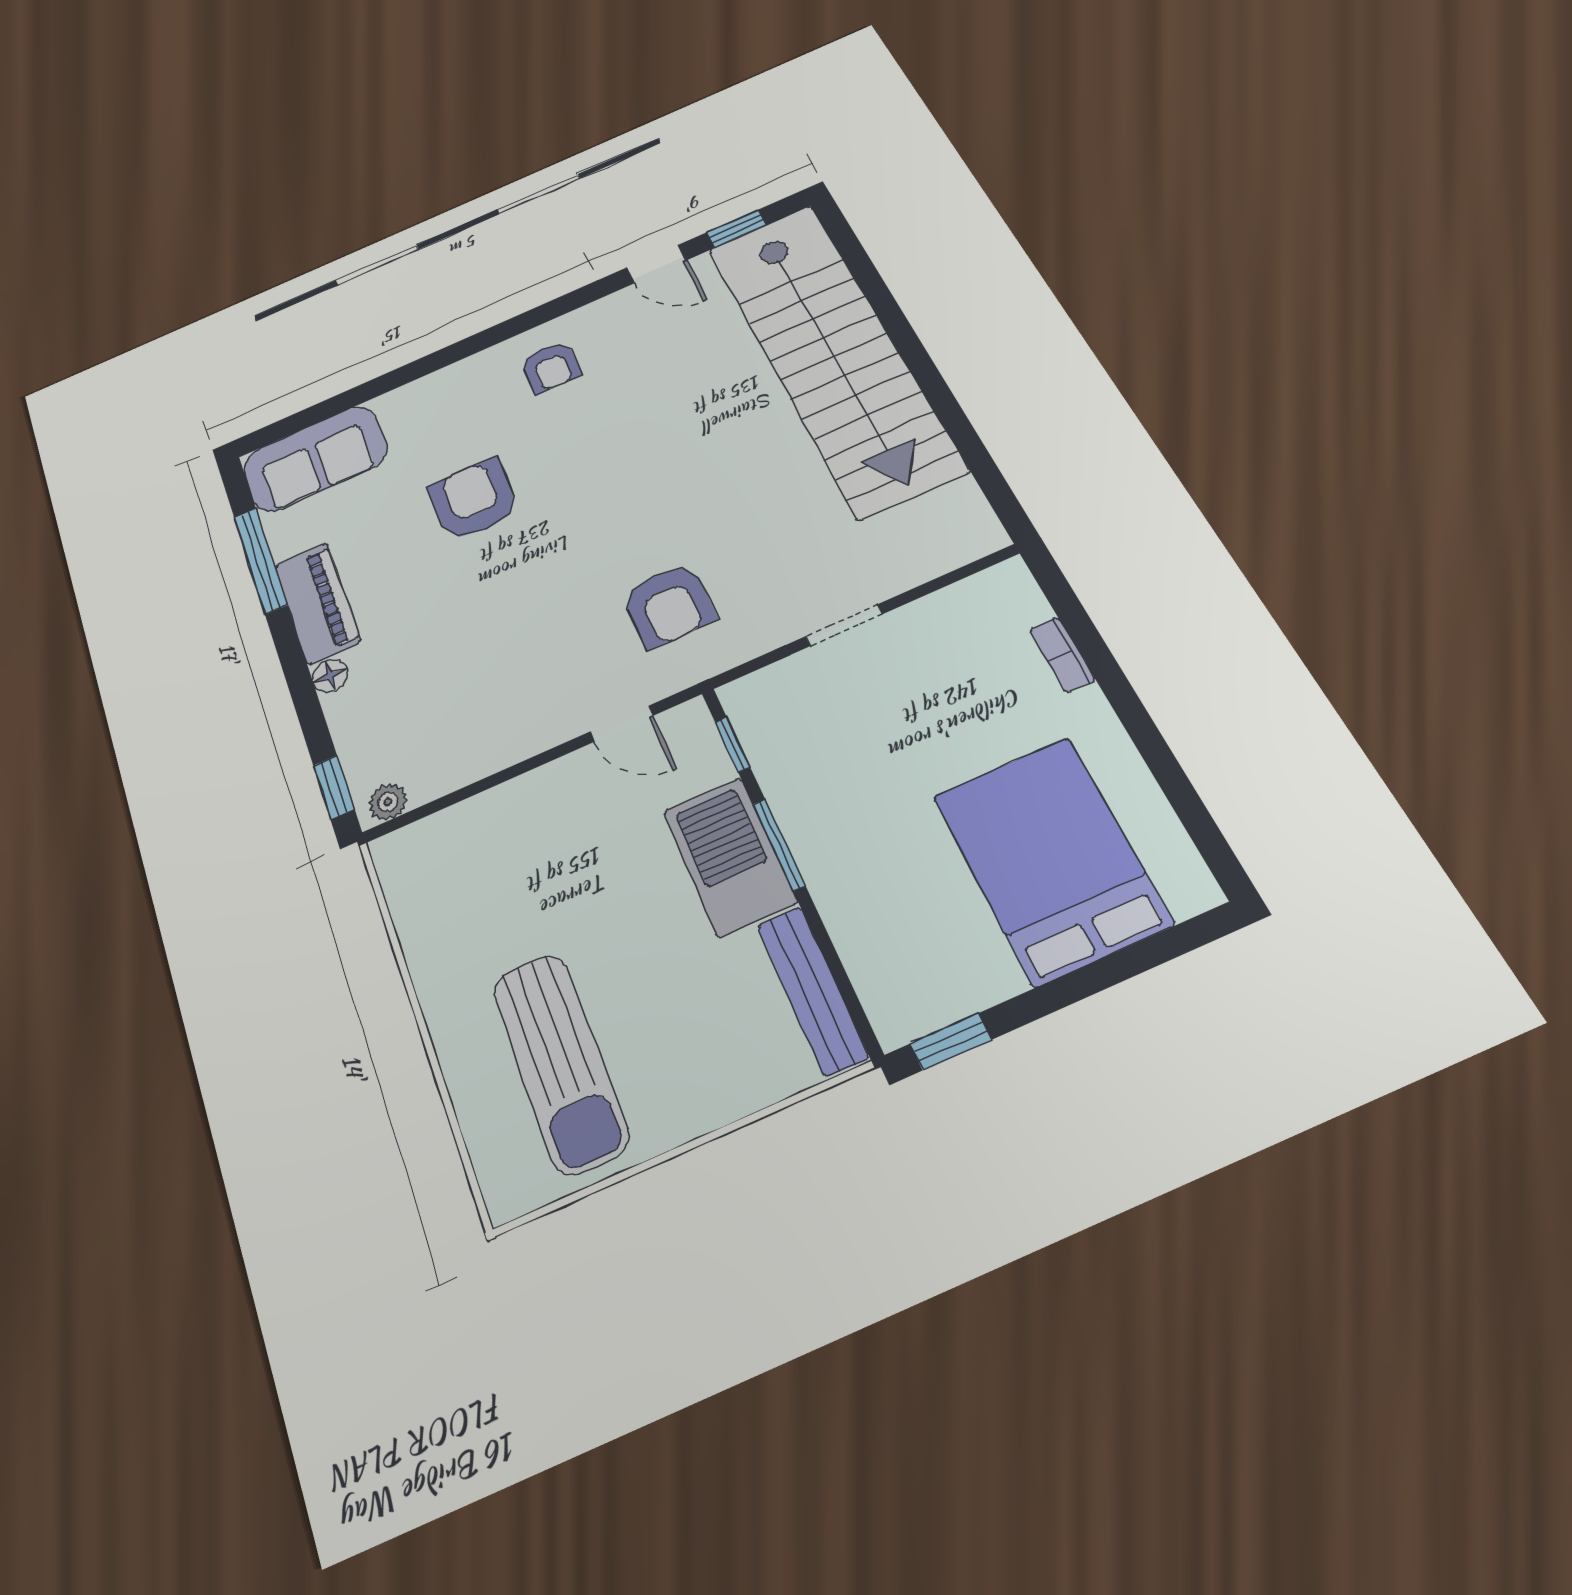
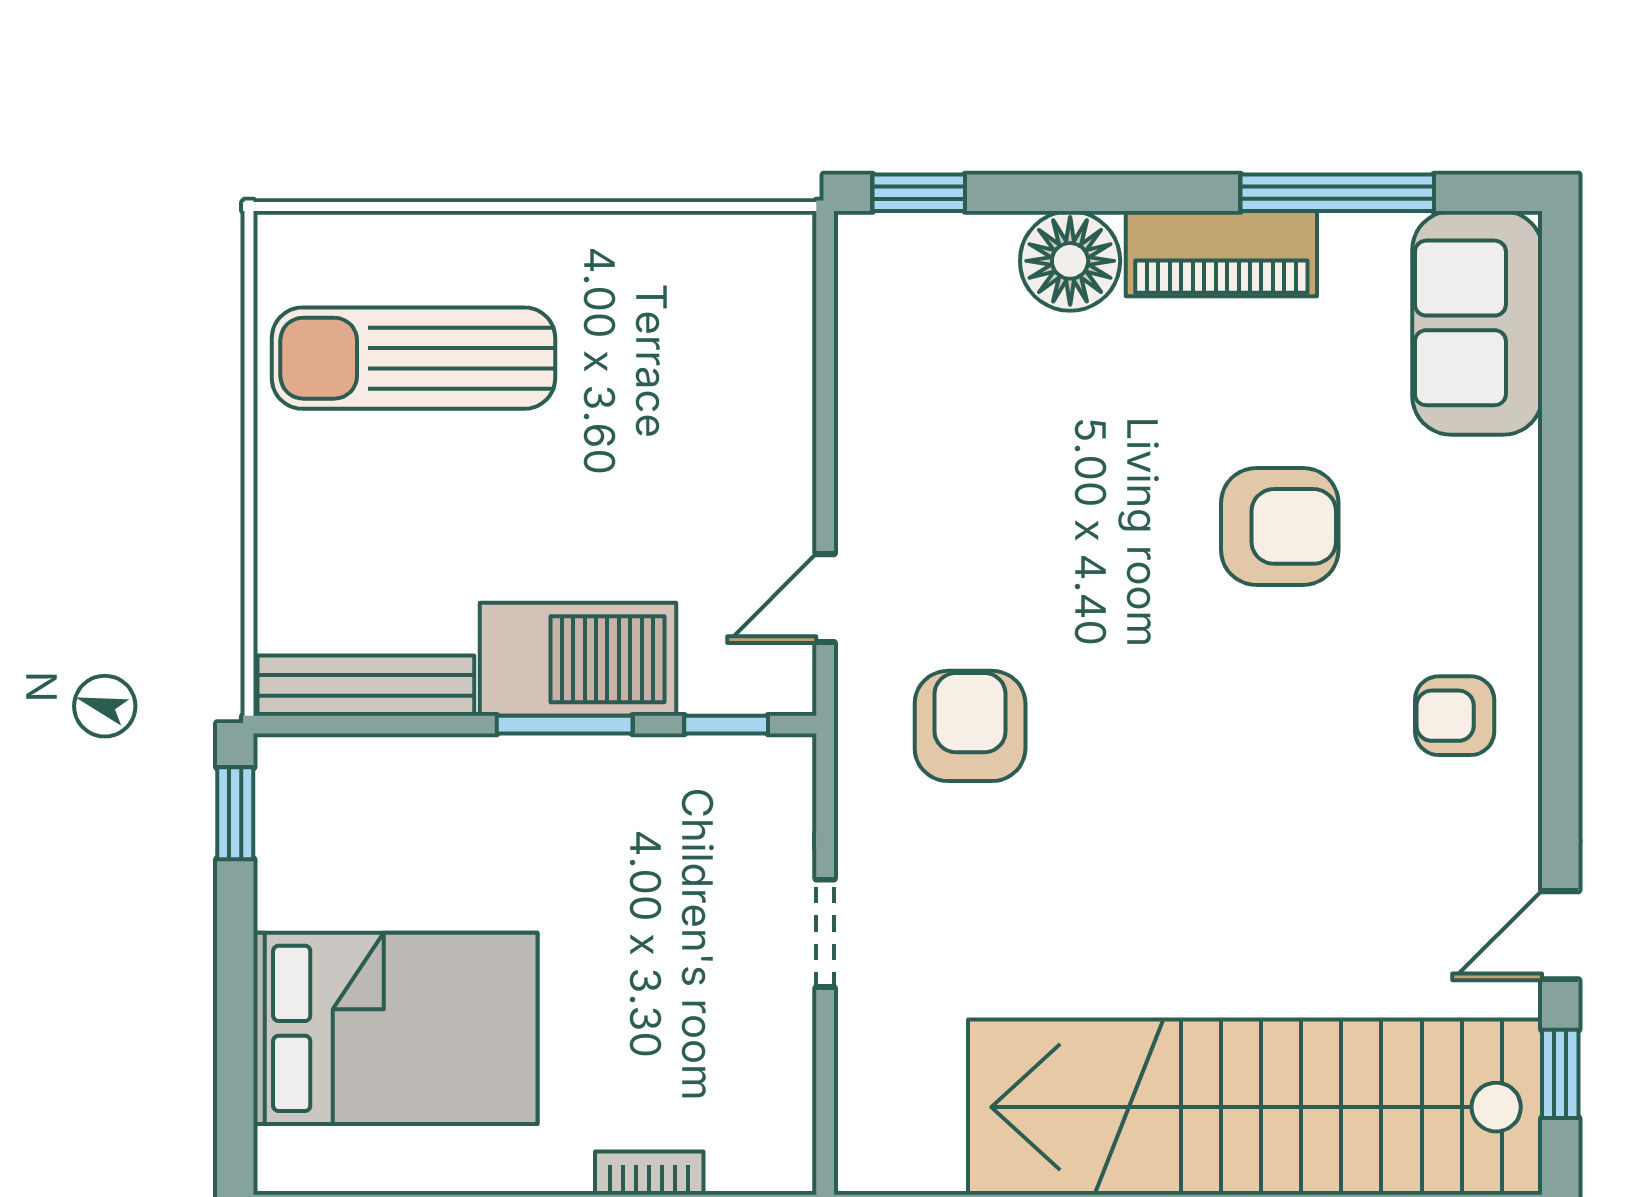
armchair: (669, 605) -> (970, 726), turned 90
floor lamp: (330, 676) -> (1070, 261), width x1.89, depth x1.89
plant: (388, 802) -> (862, 258), removed

